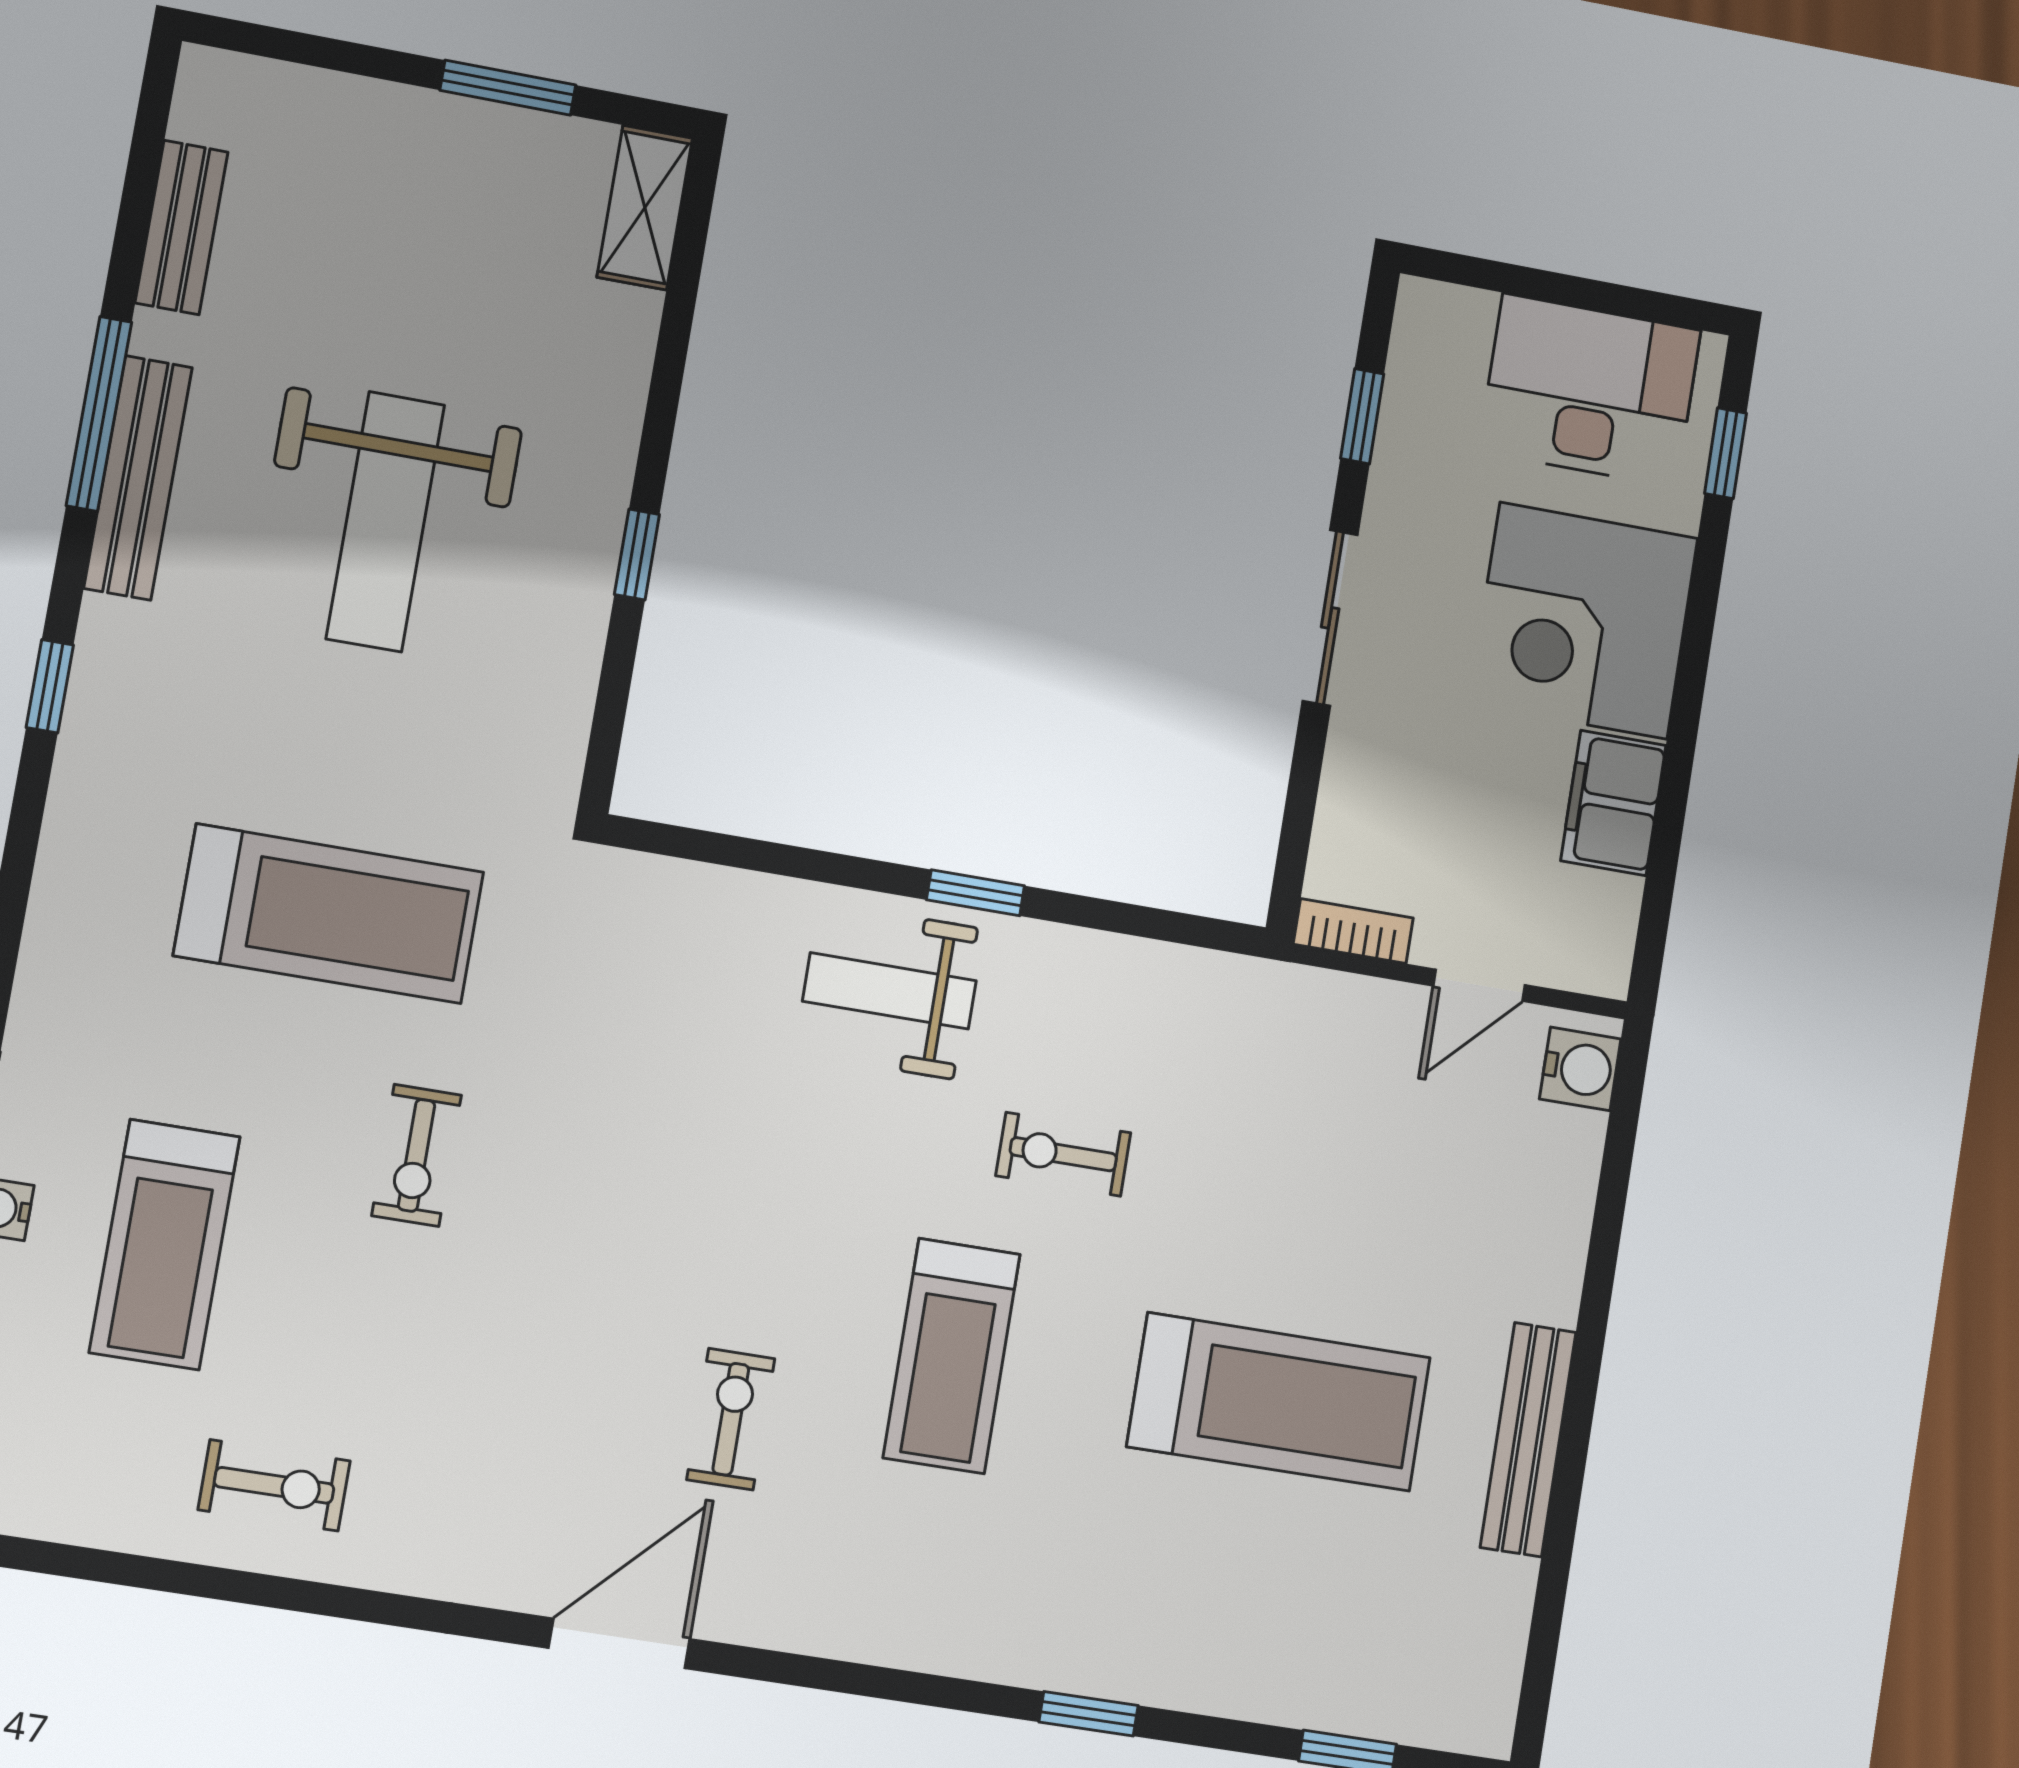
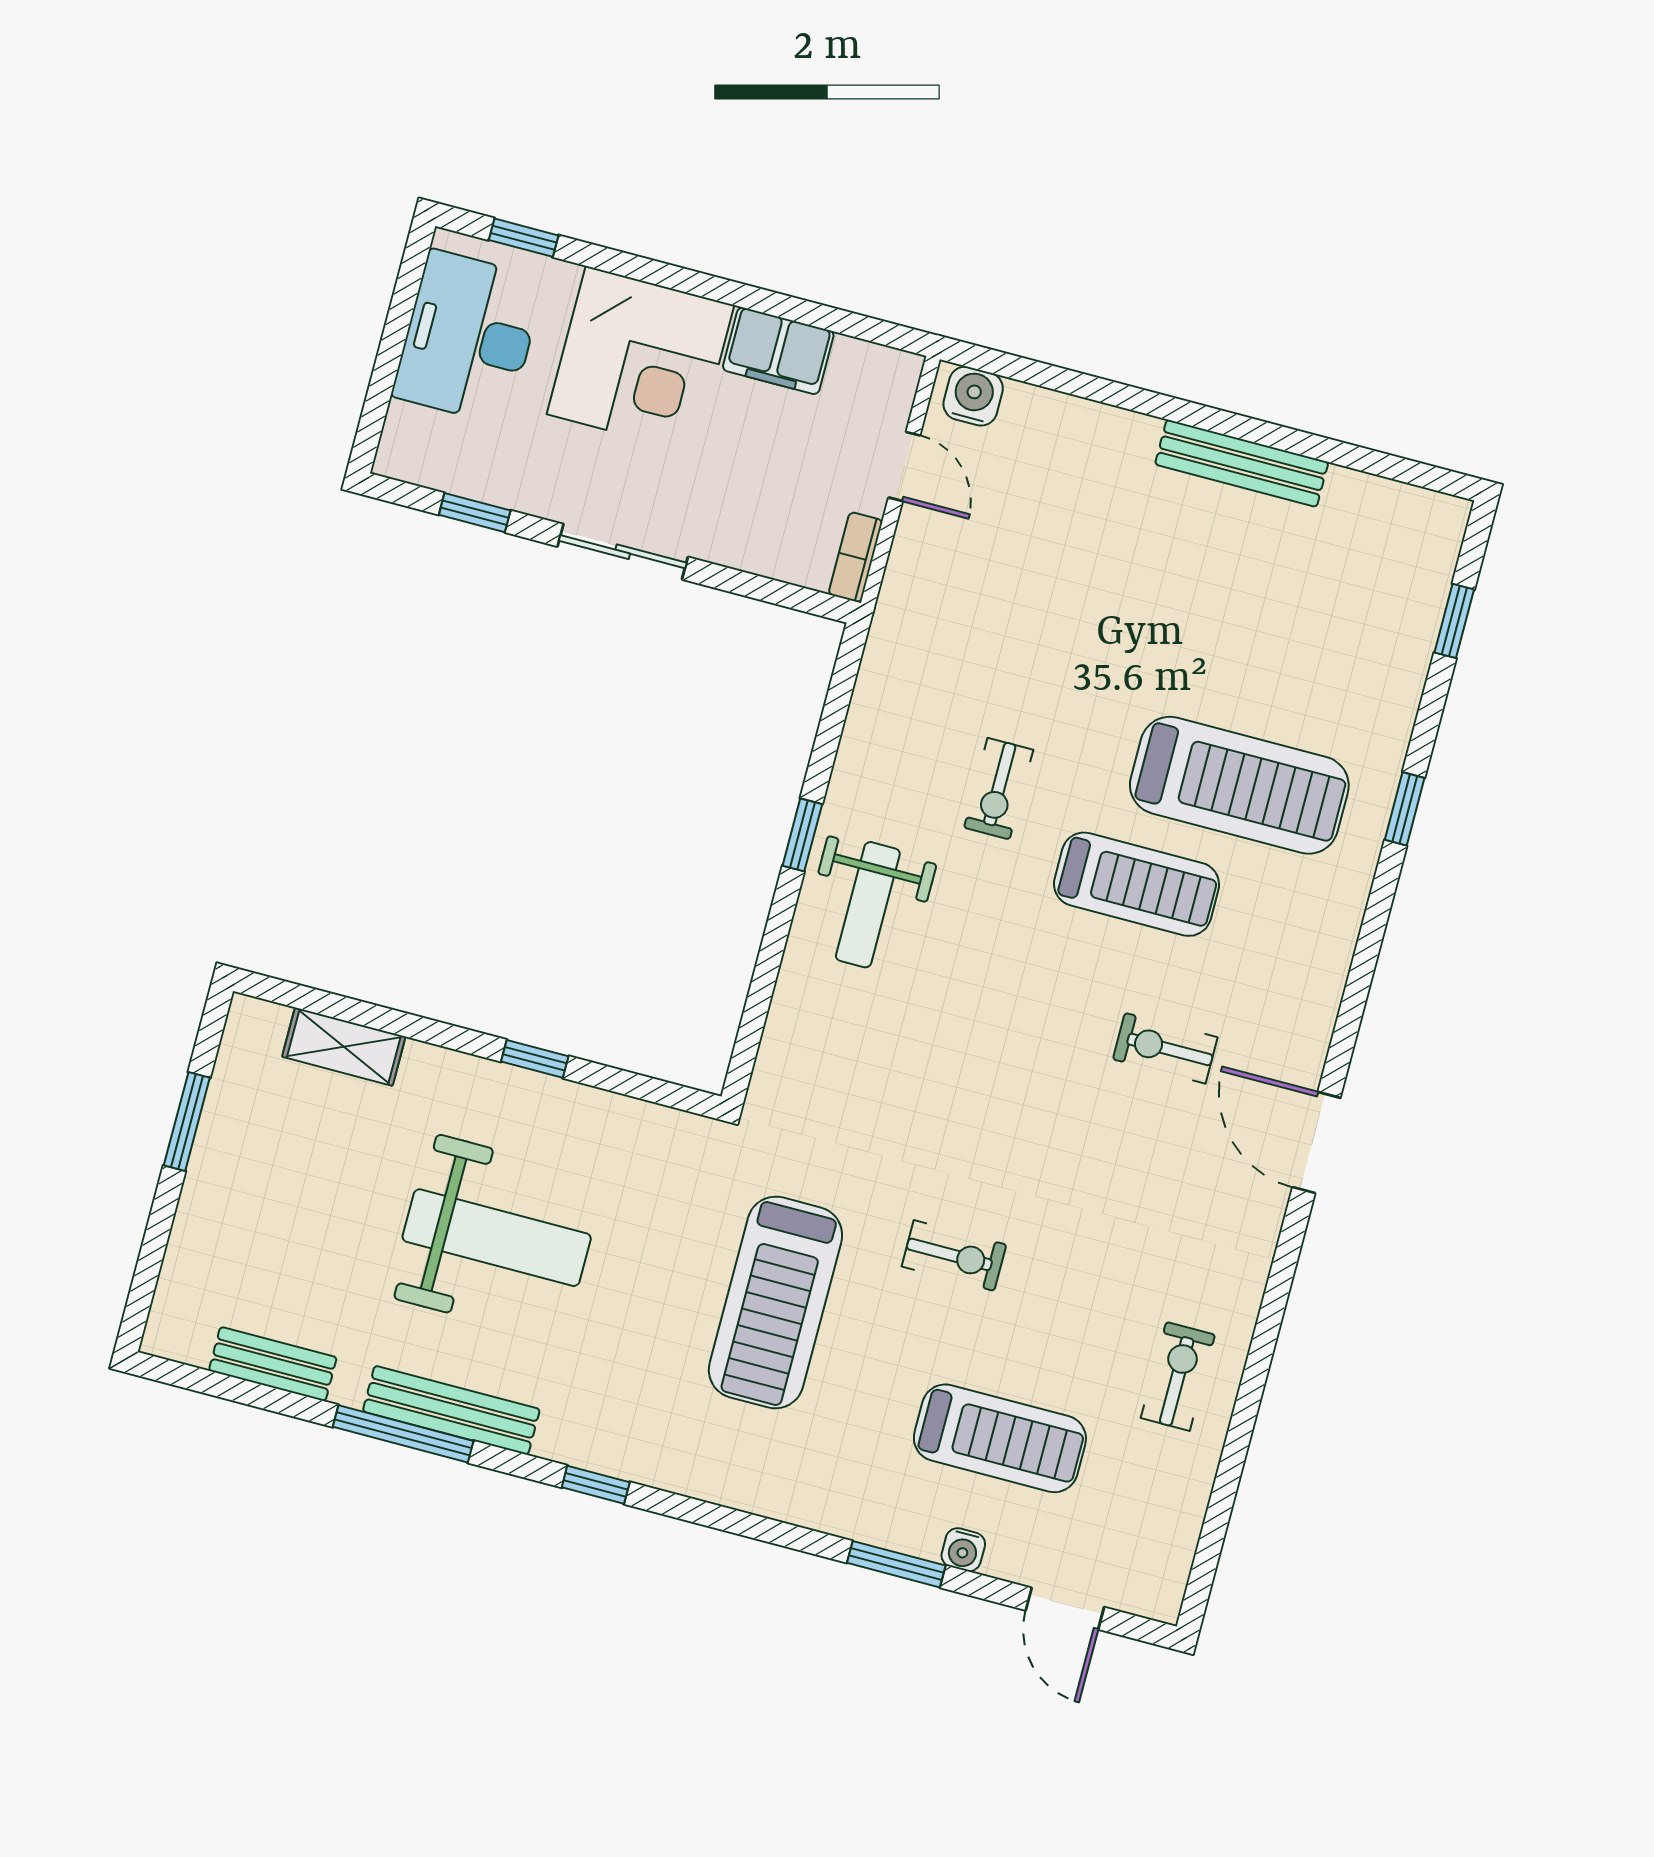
shelving: (645, 208) -> (344, 1047), moved
treadmill: (329, 914) -> (775, 1302), turned 180
treadmill: (1279, 1402) -> (1239, 785), moved, turned 90

